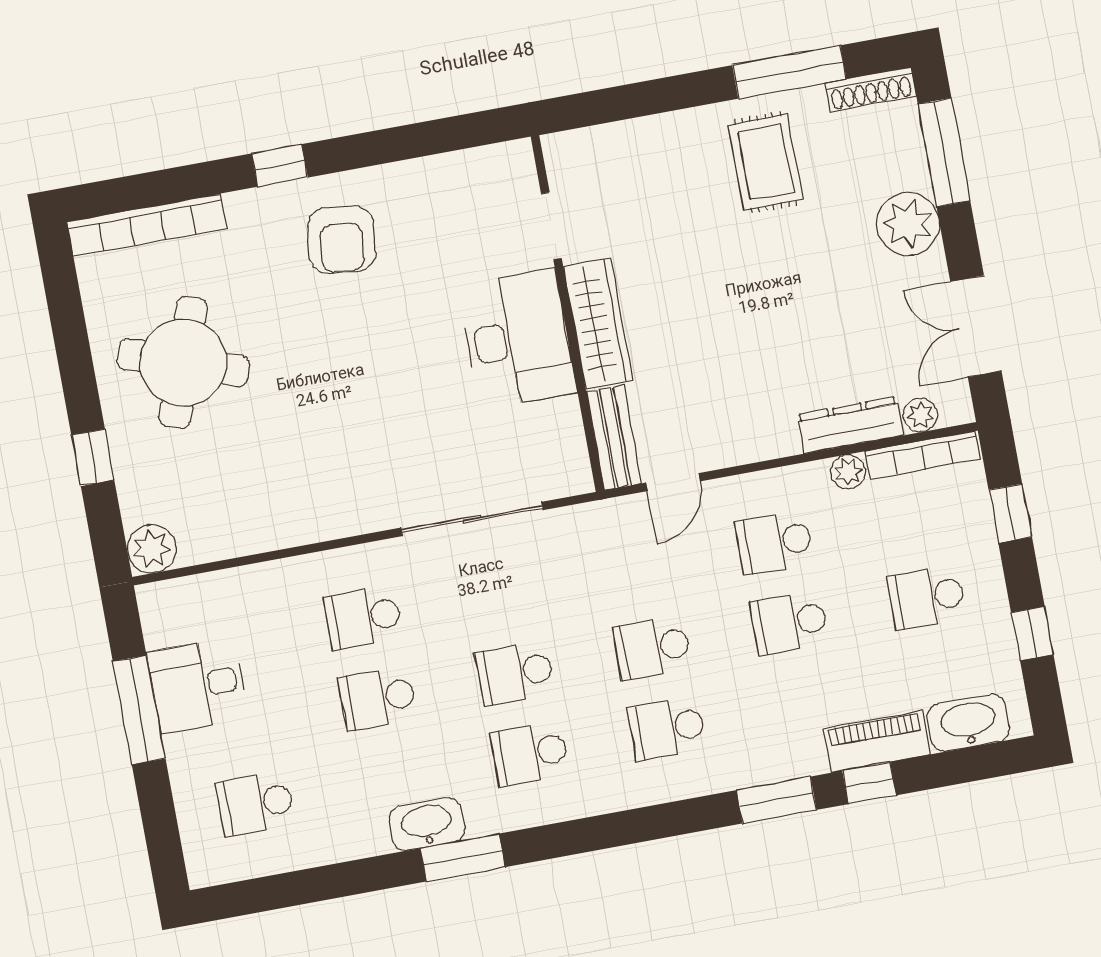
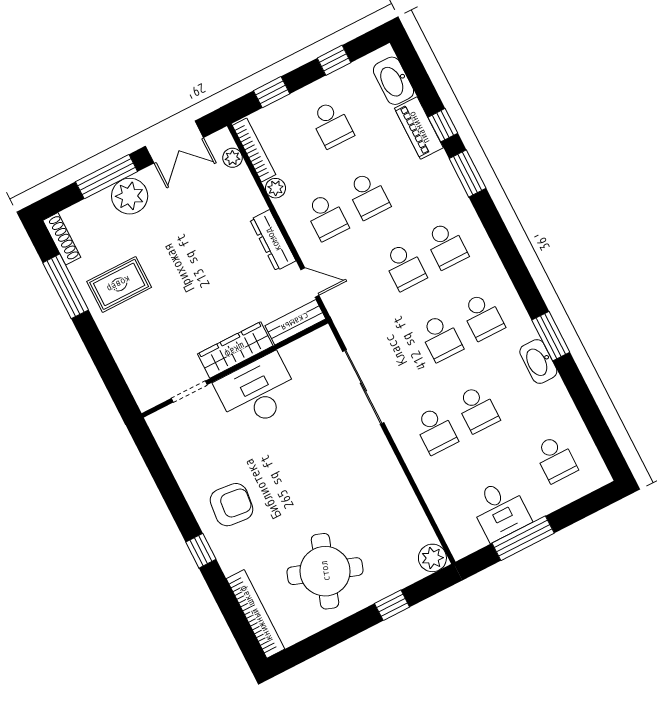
window: (944, 152) -> (107, 177), moved
dresser: (850, 425) -> (273, 240), moved

